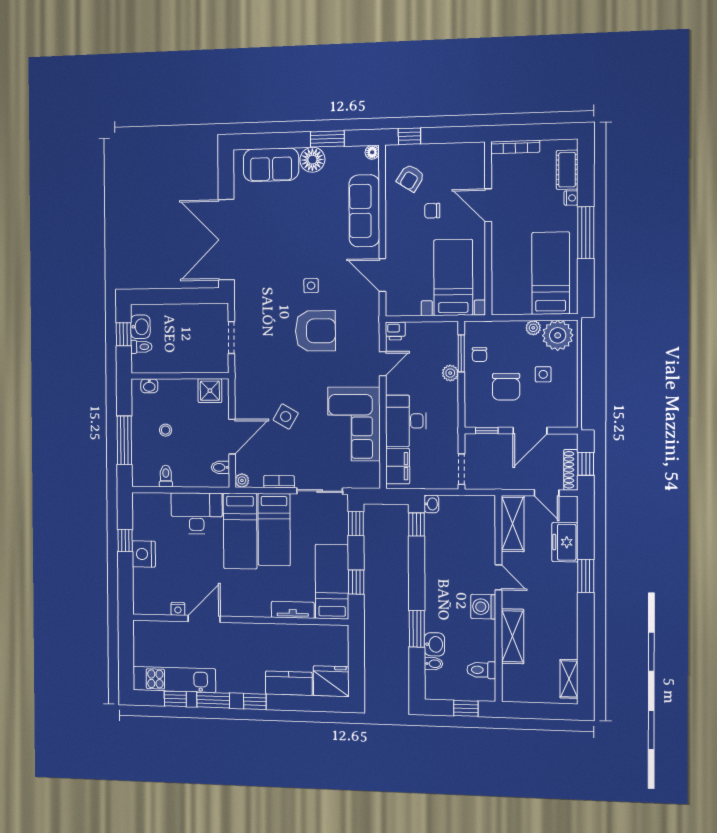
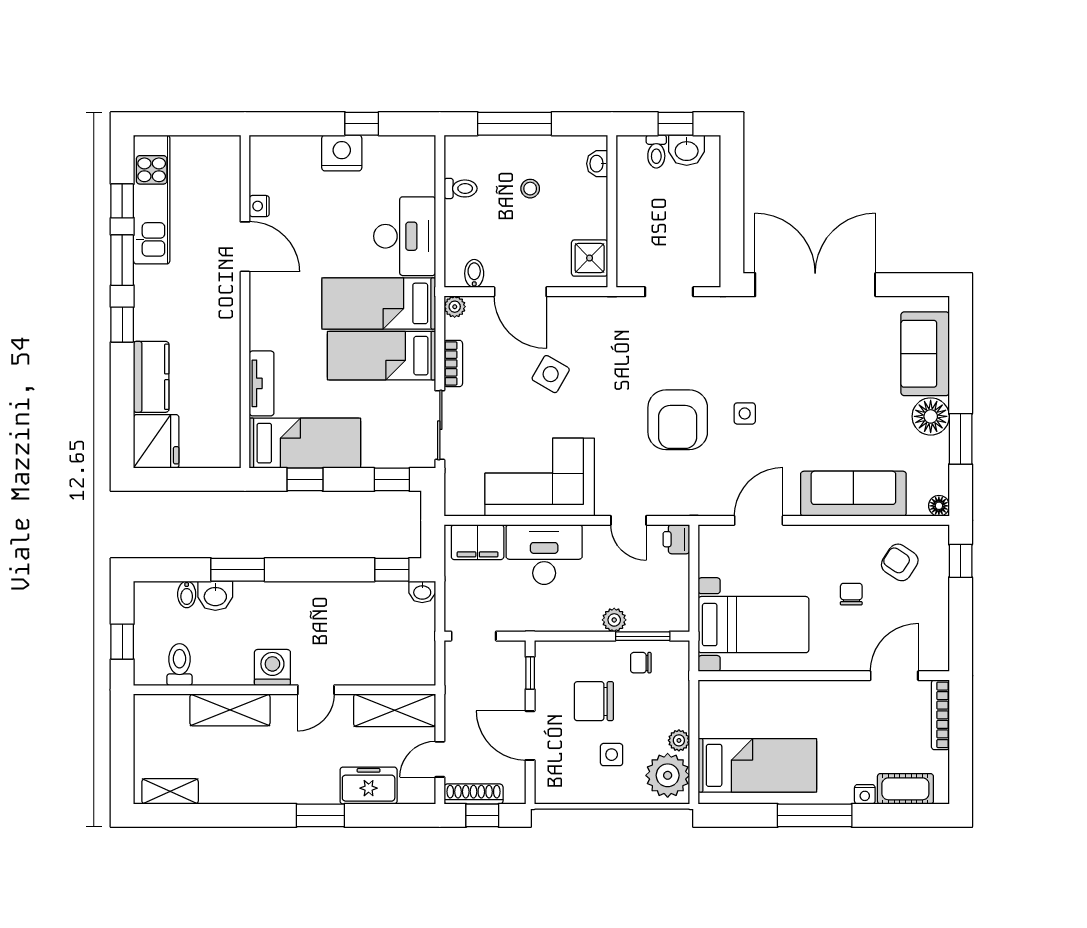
door: (488, 205) -> (894, 676), moved

